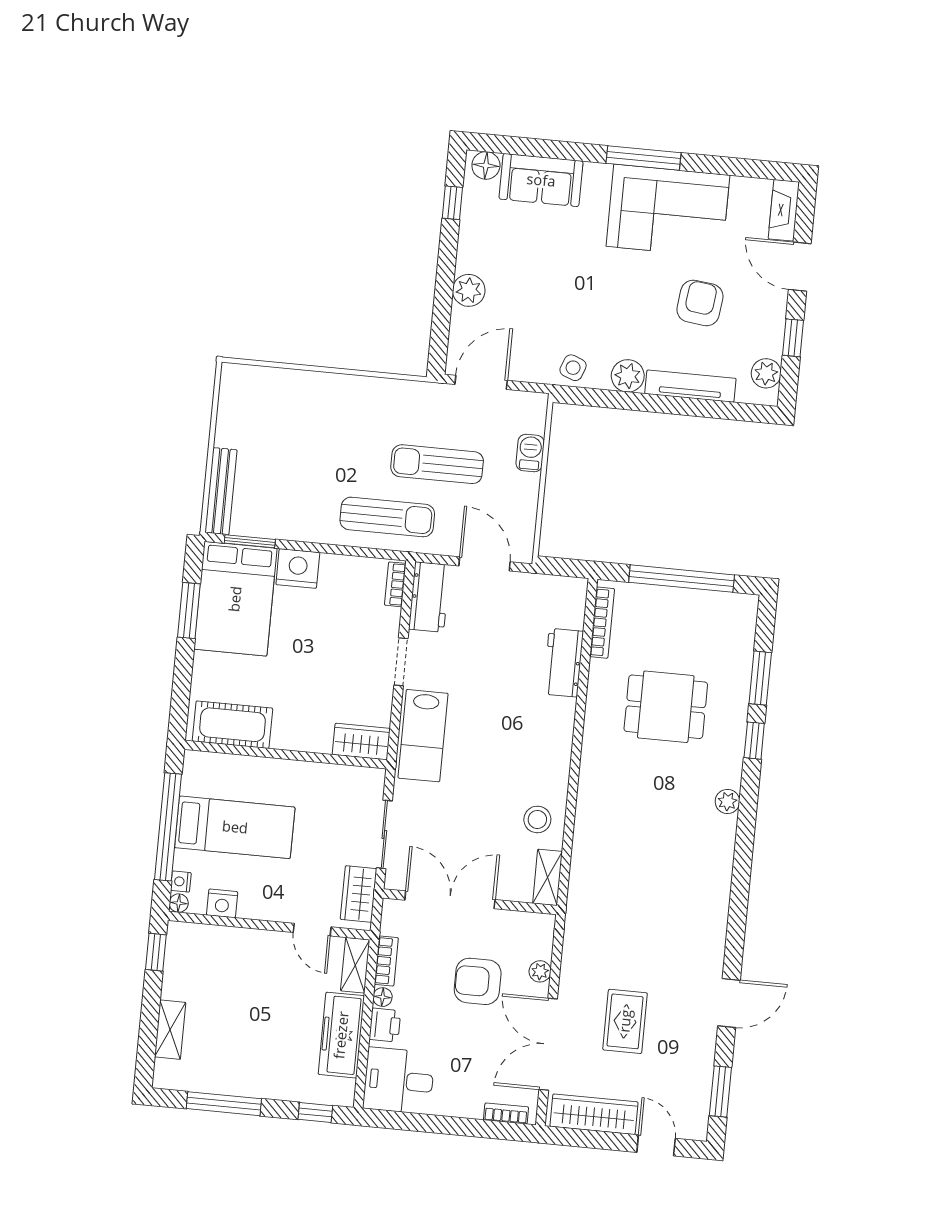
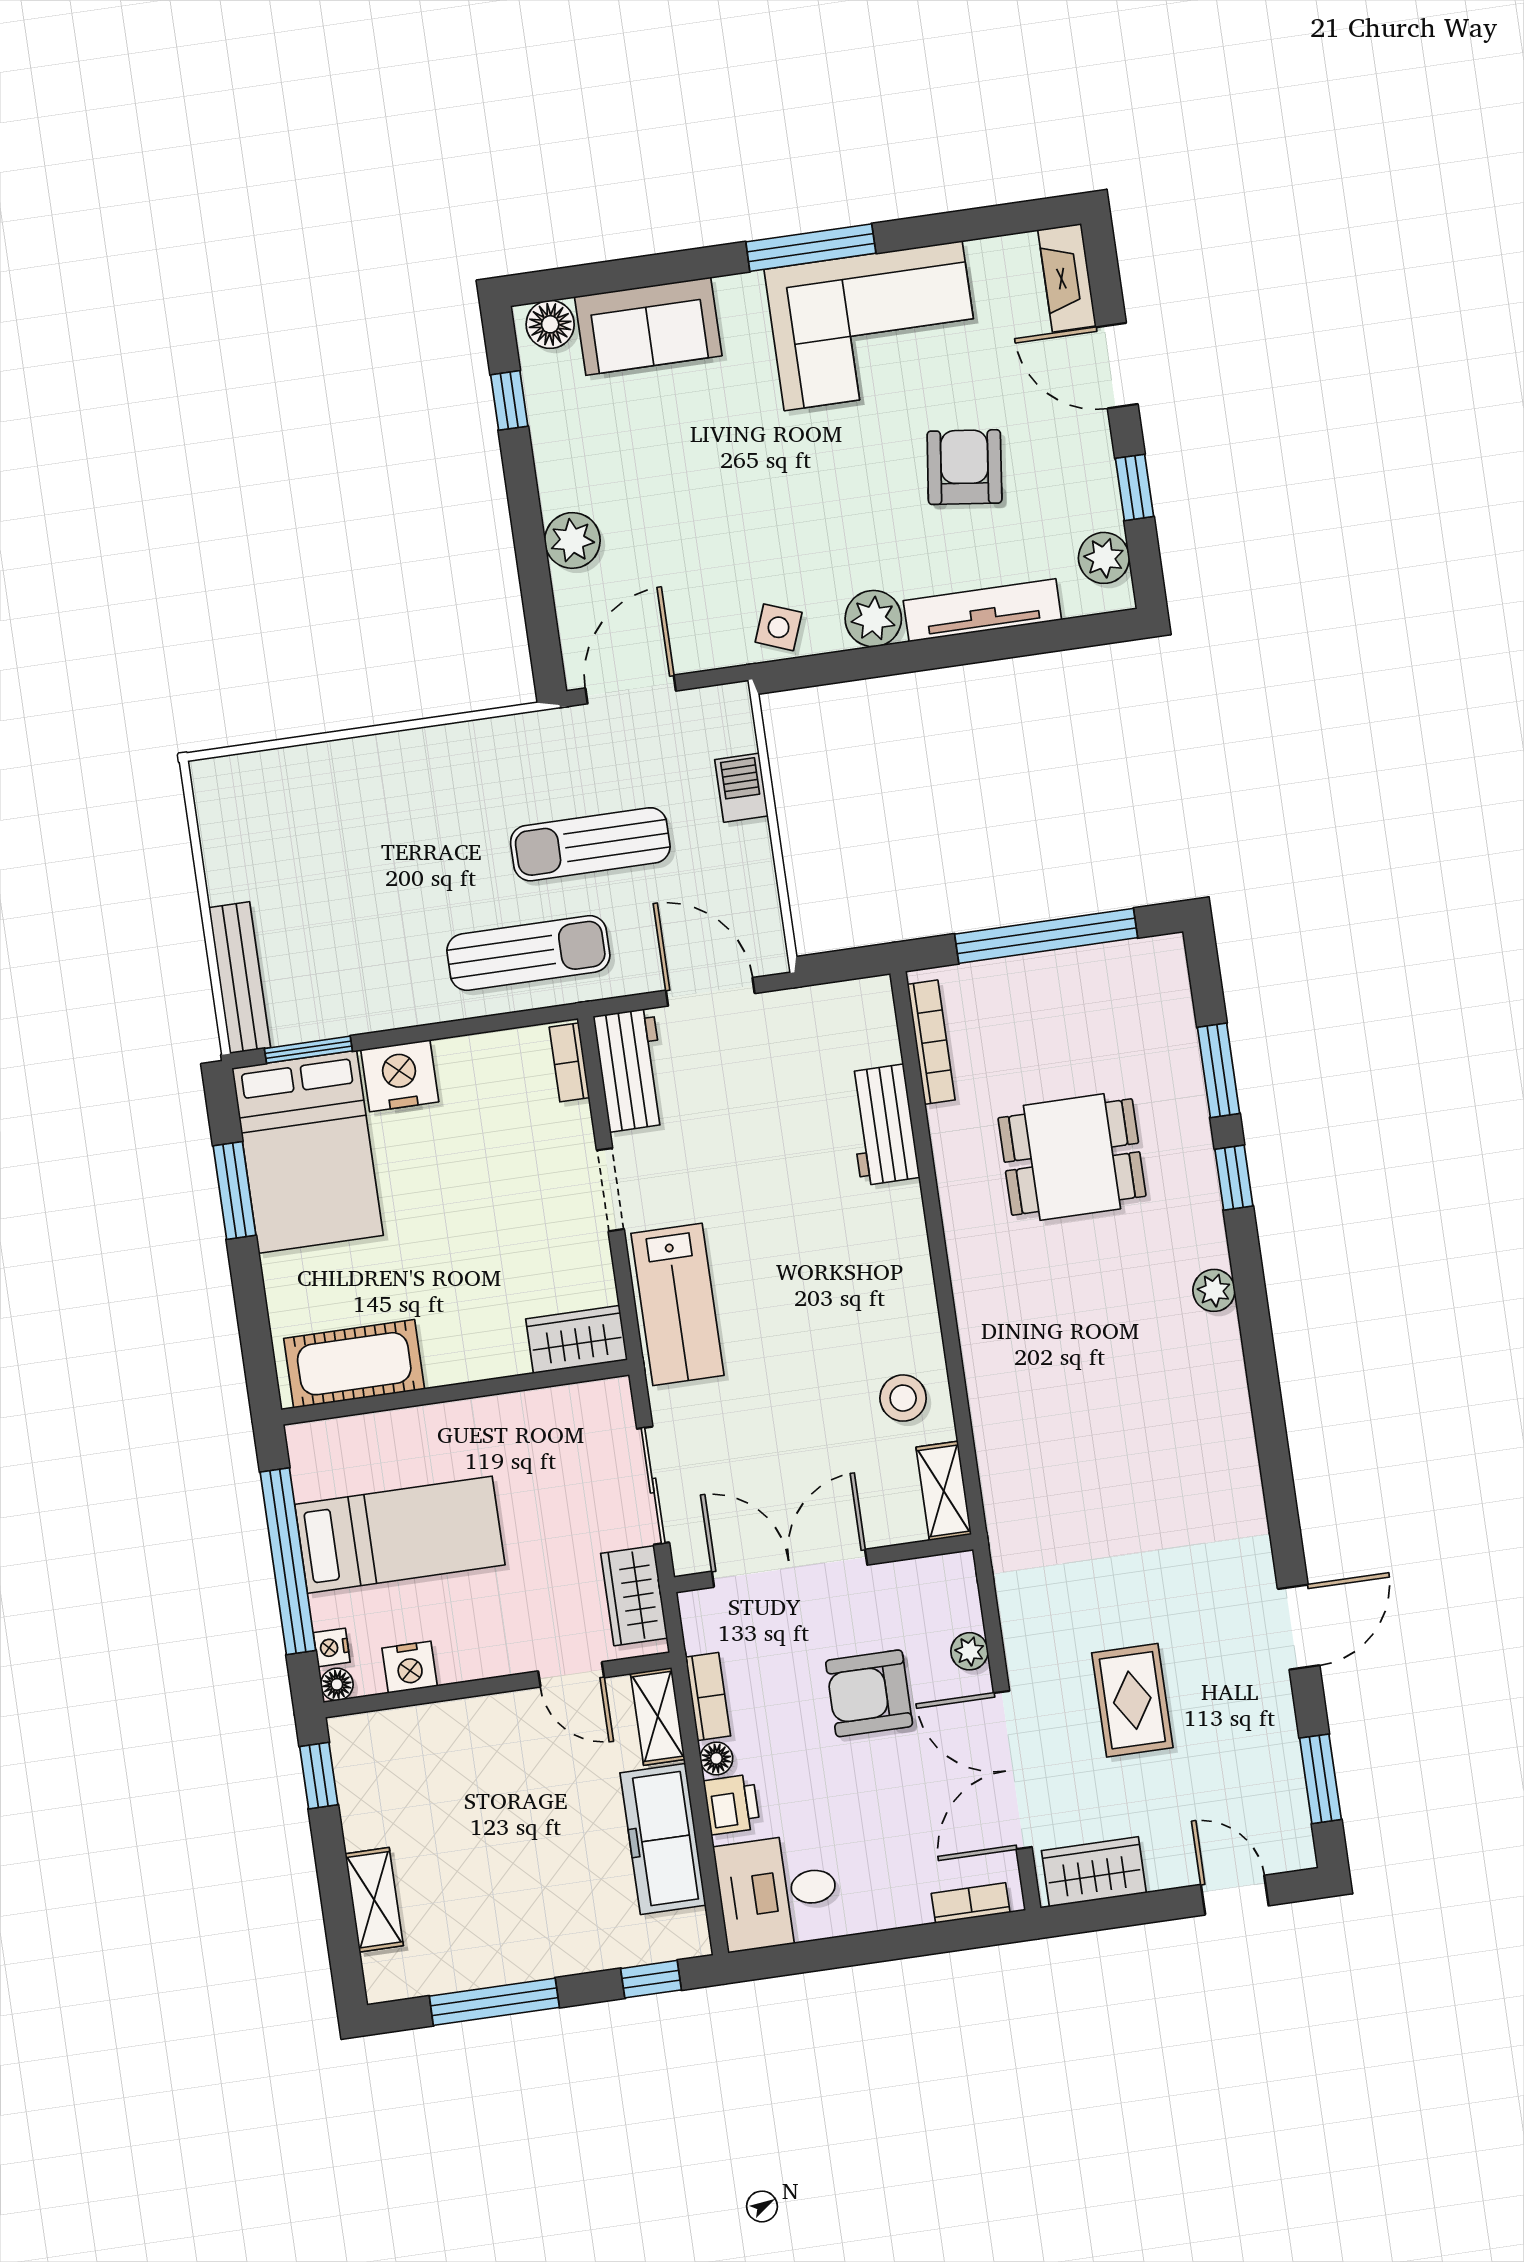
wardrobe: (594, 1114) -> (1094, 1872), width x0.67

